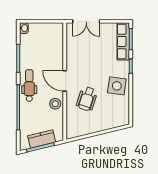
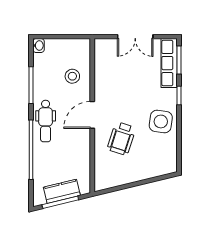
double door: (86, 21) -> (135, 37), moved
door: (65, 81) -> (92, 115), hinge flipped
dental chair: (29, 86) -> (46, 121), turned 180
stool: (55, 104) -> (72, 76), moved

